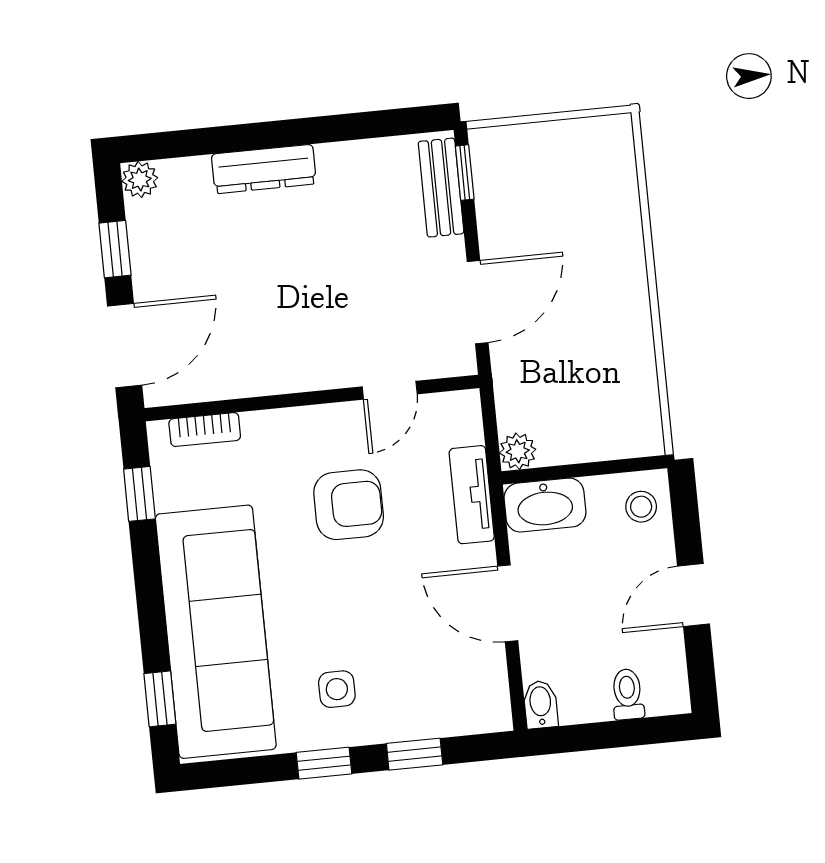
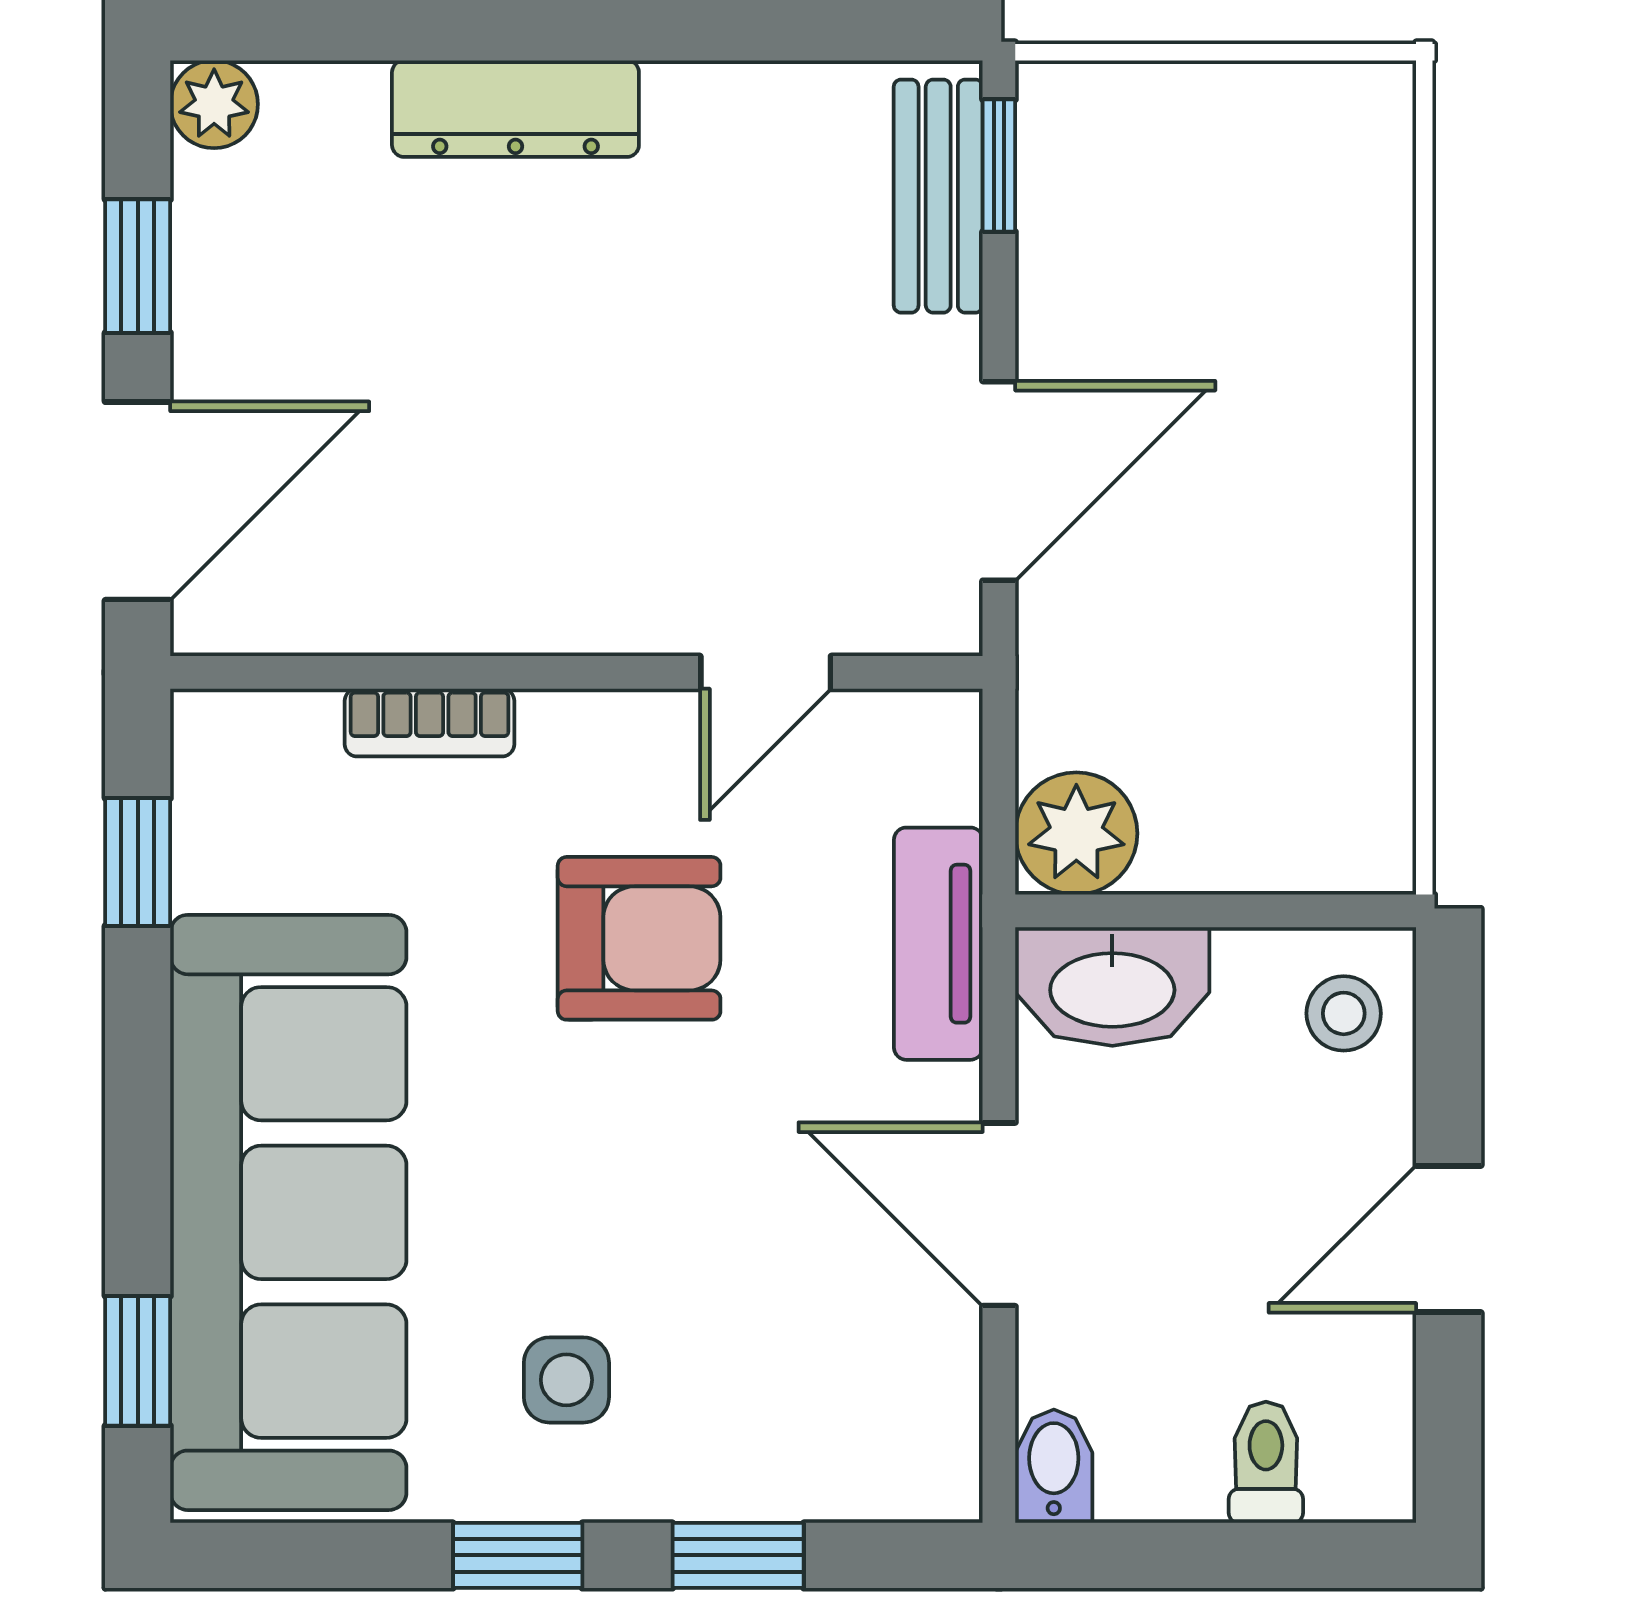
bookcase: (205, 430) -> (430, 723), moved
plant: (518, 451) -> (1076, 833), width x1.38, depth x1.38

